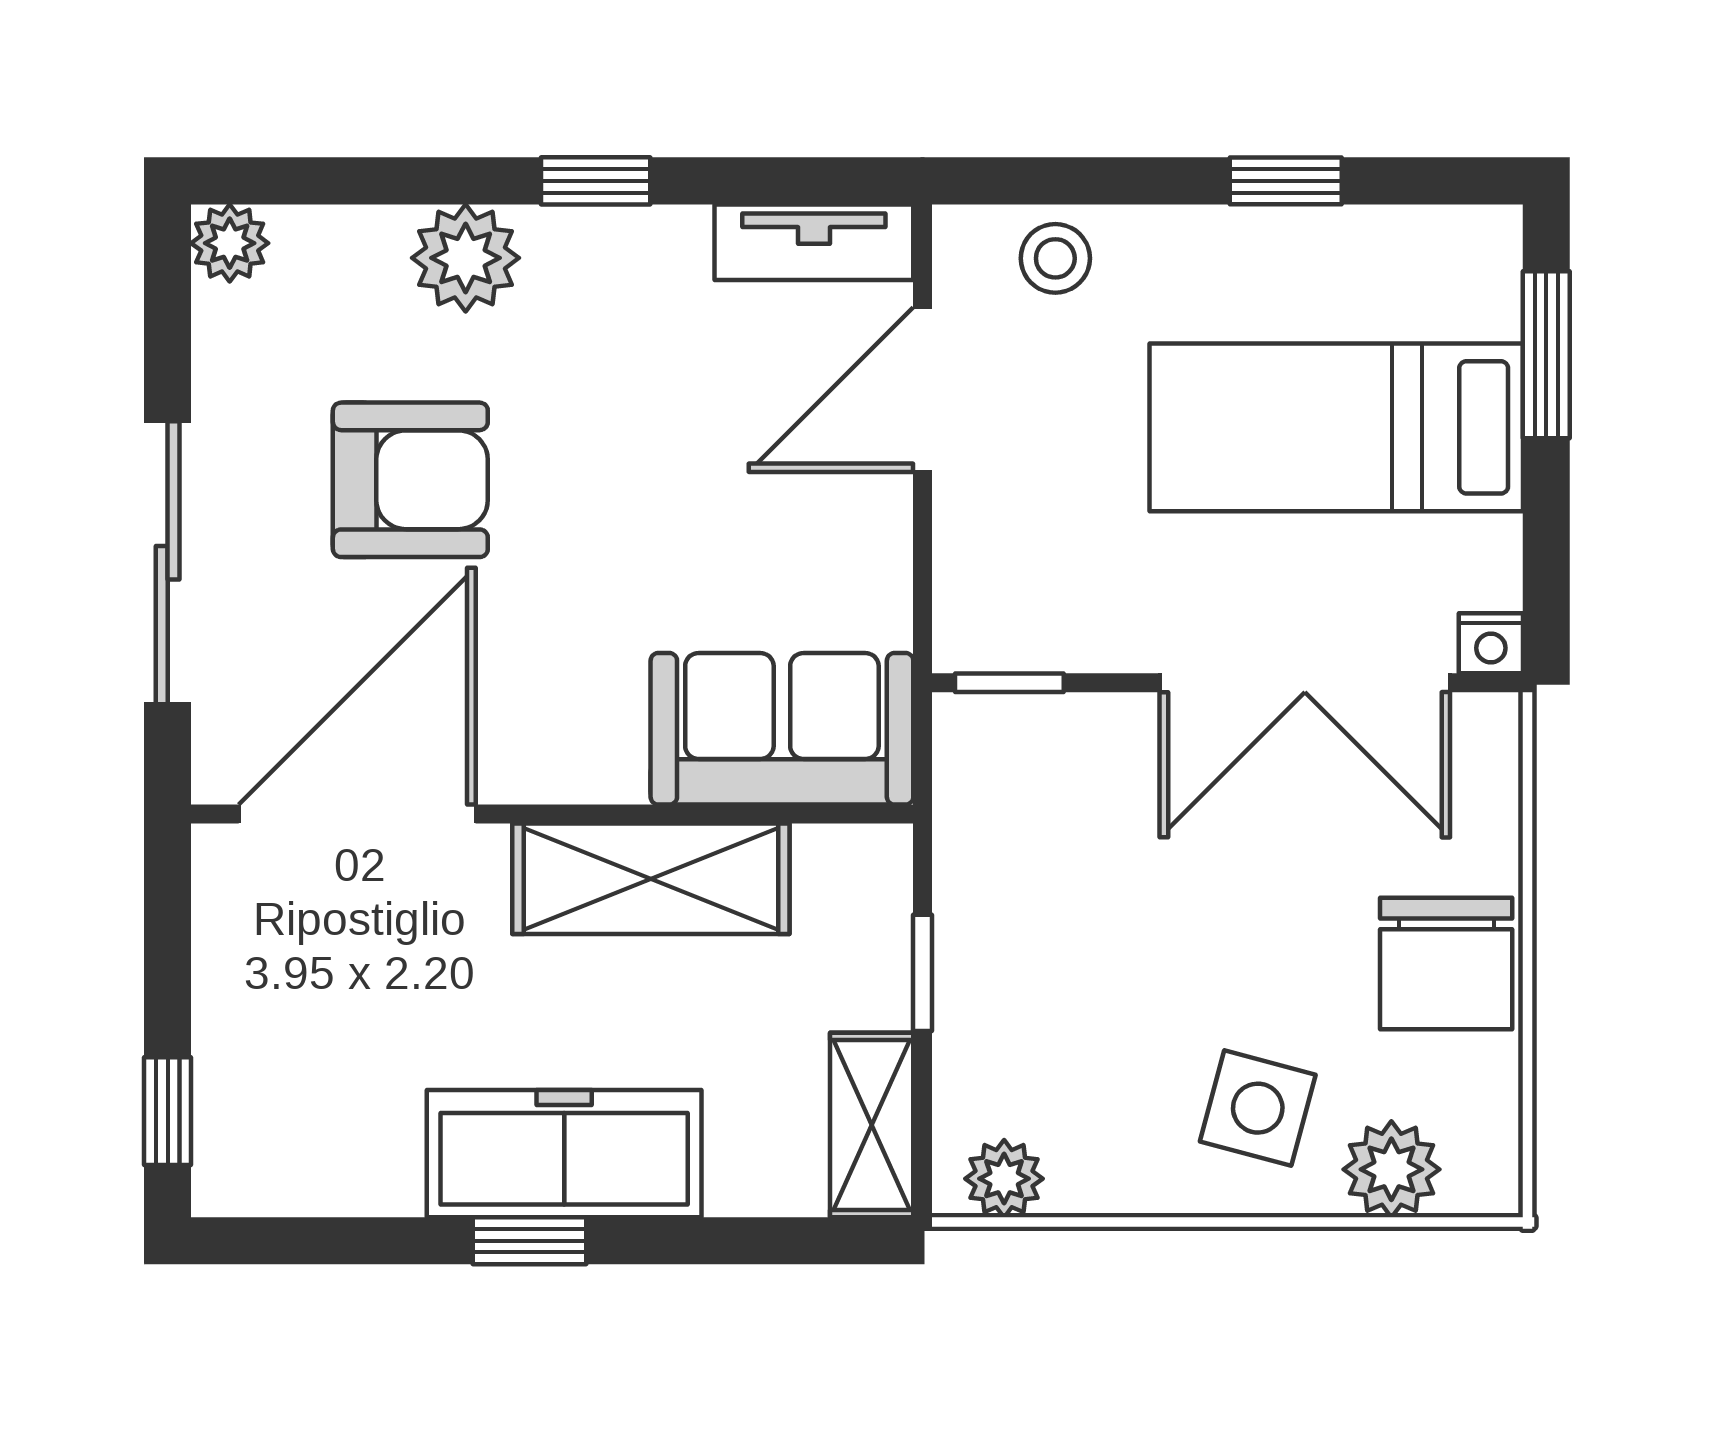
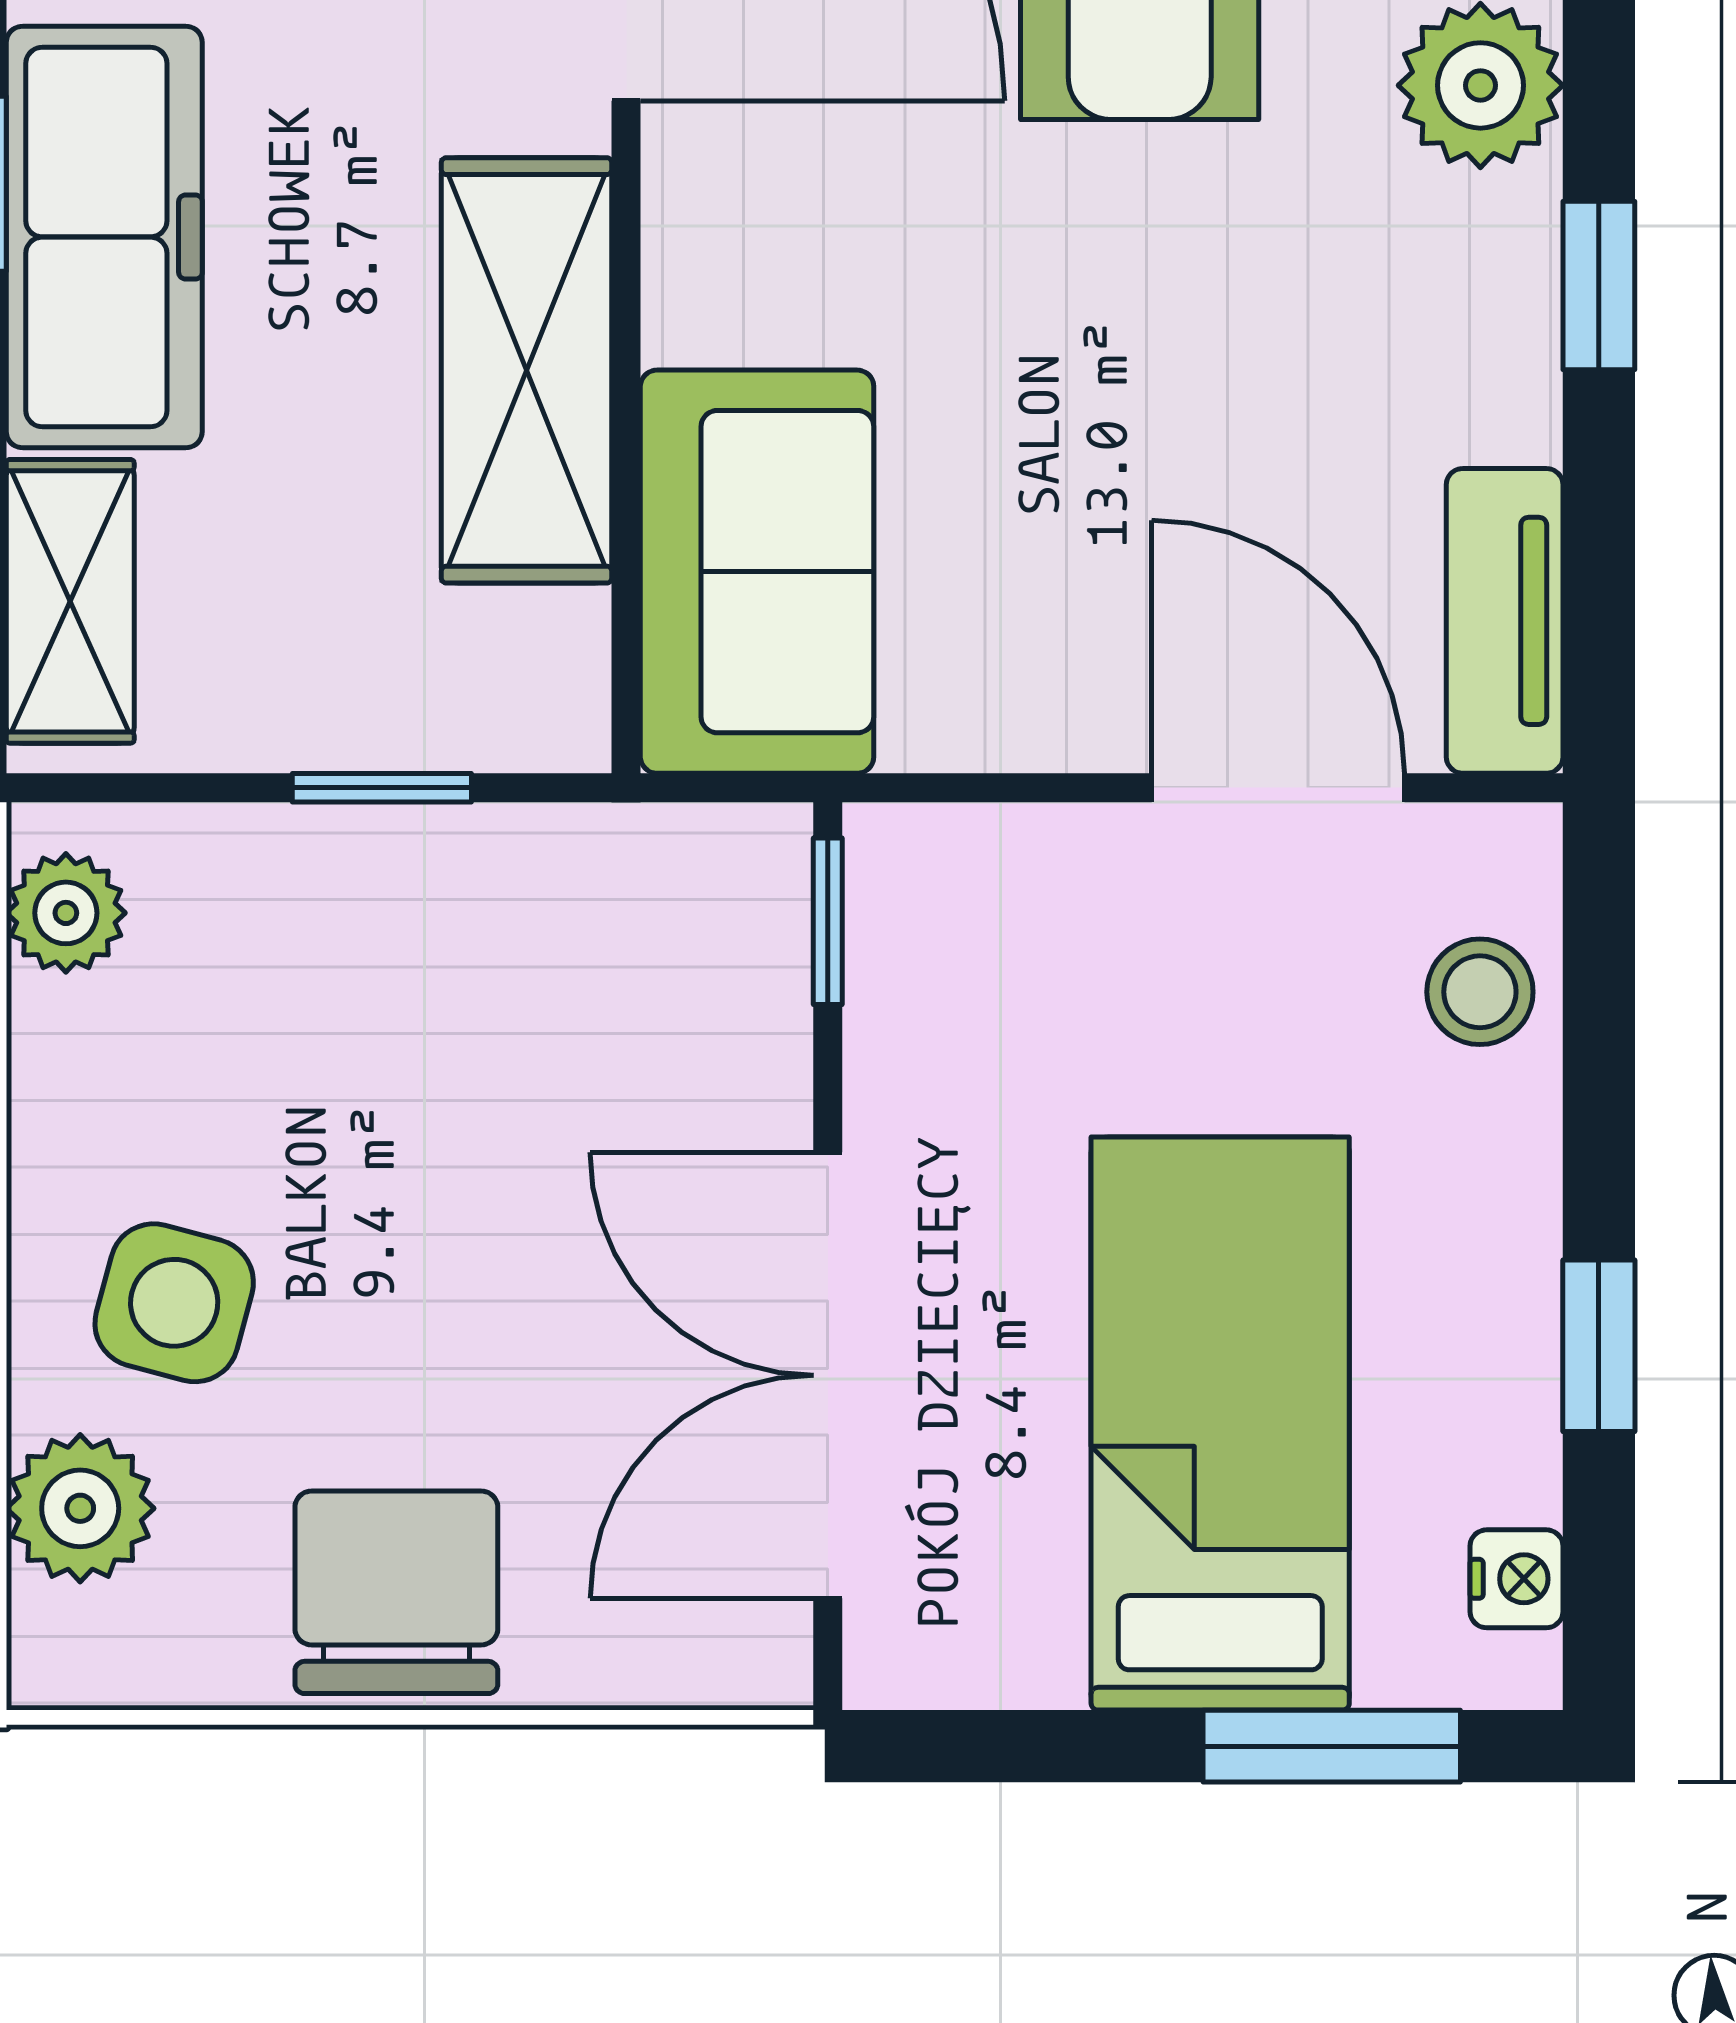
nightstand: (1491, 643) -> (1516, 1579), moved, turned 180
chair: (1446, 963) -> (396, 1592), turned 90
shelving: (872, 1125) -> (70, 601), moved, turned 90

